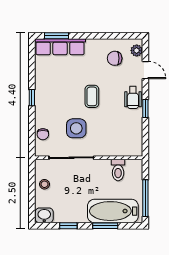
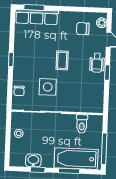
washbasin: (44, 215) -> (33, 161), moved

